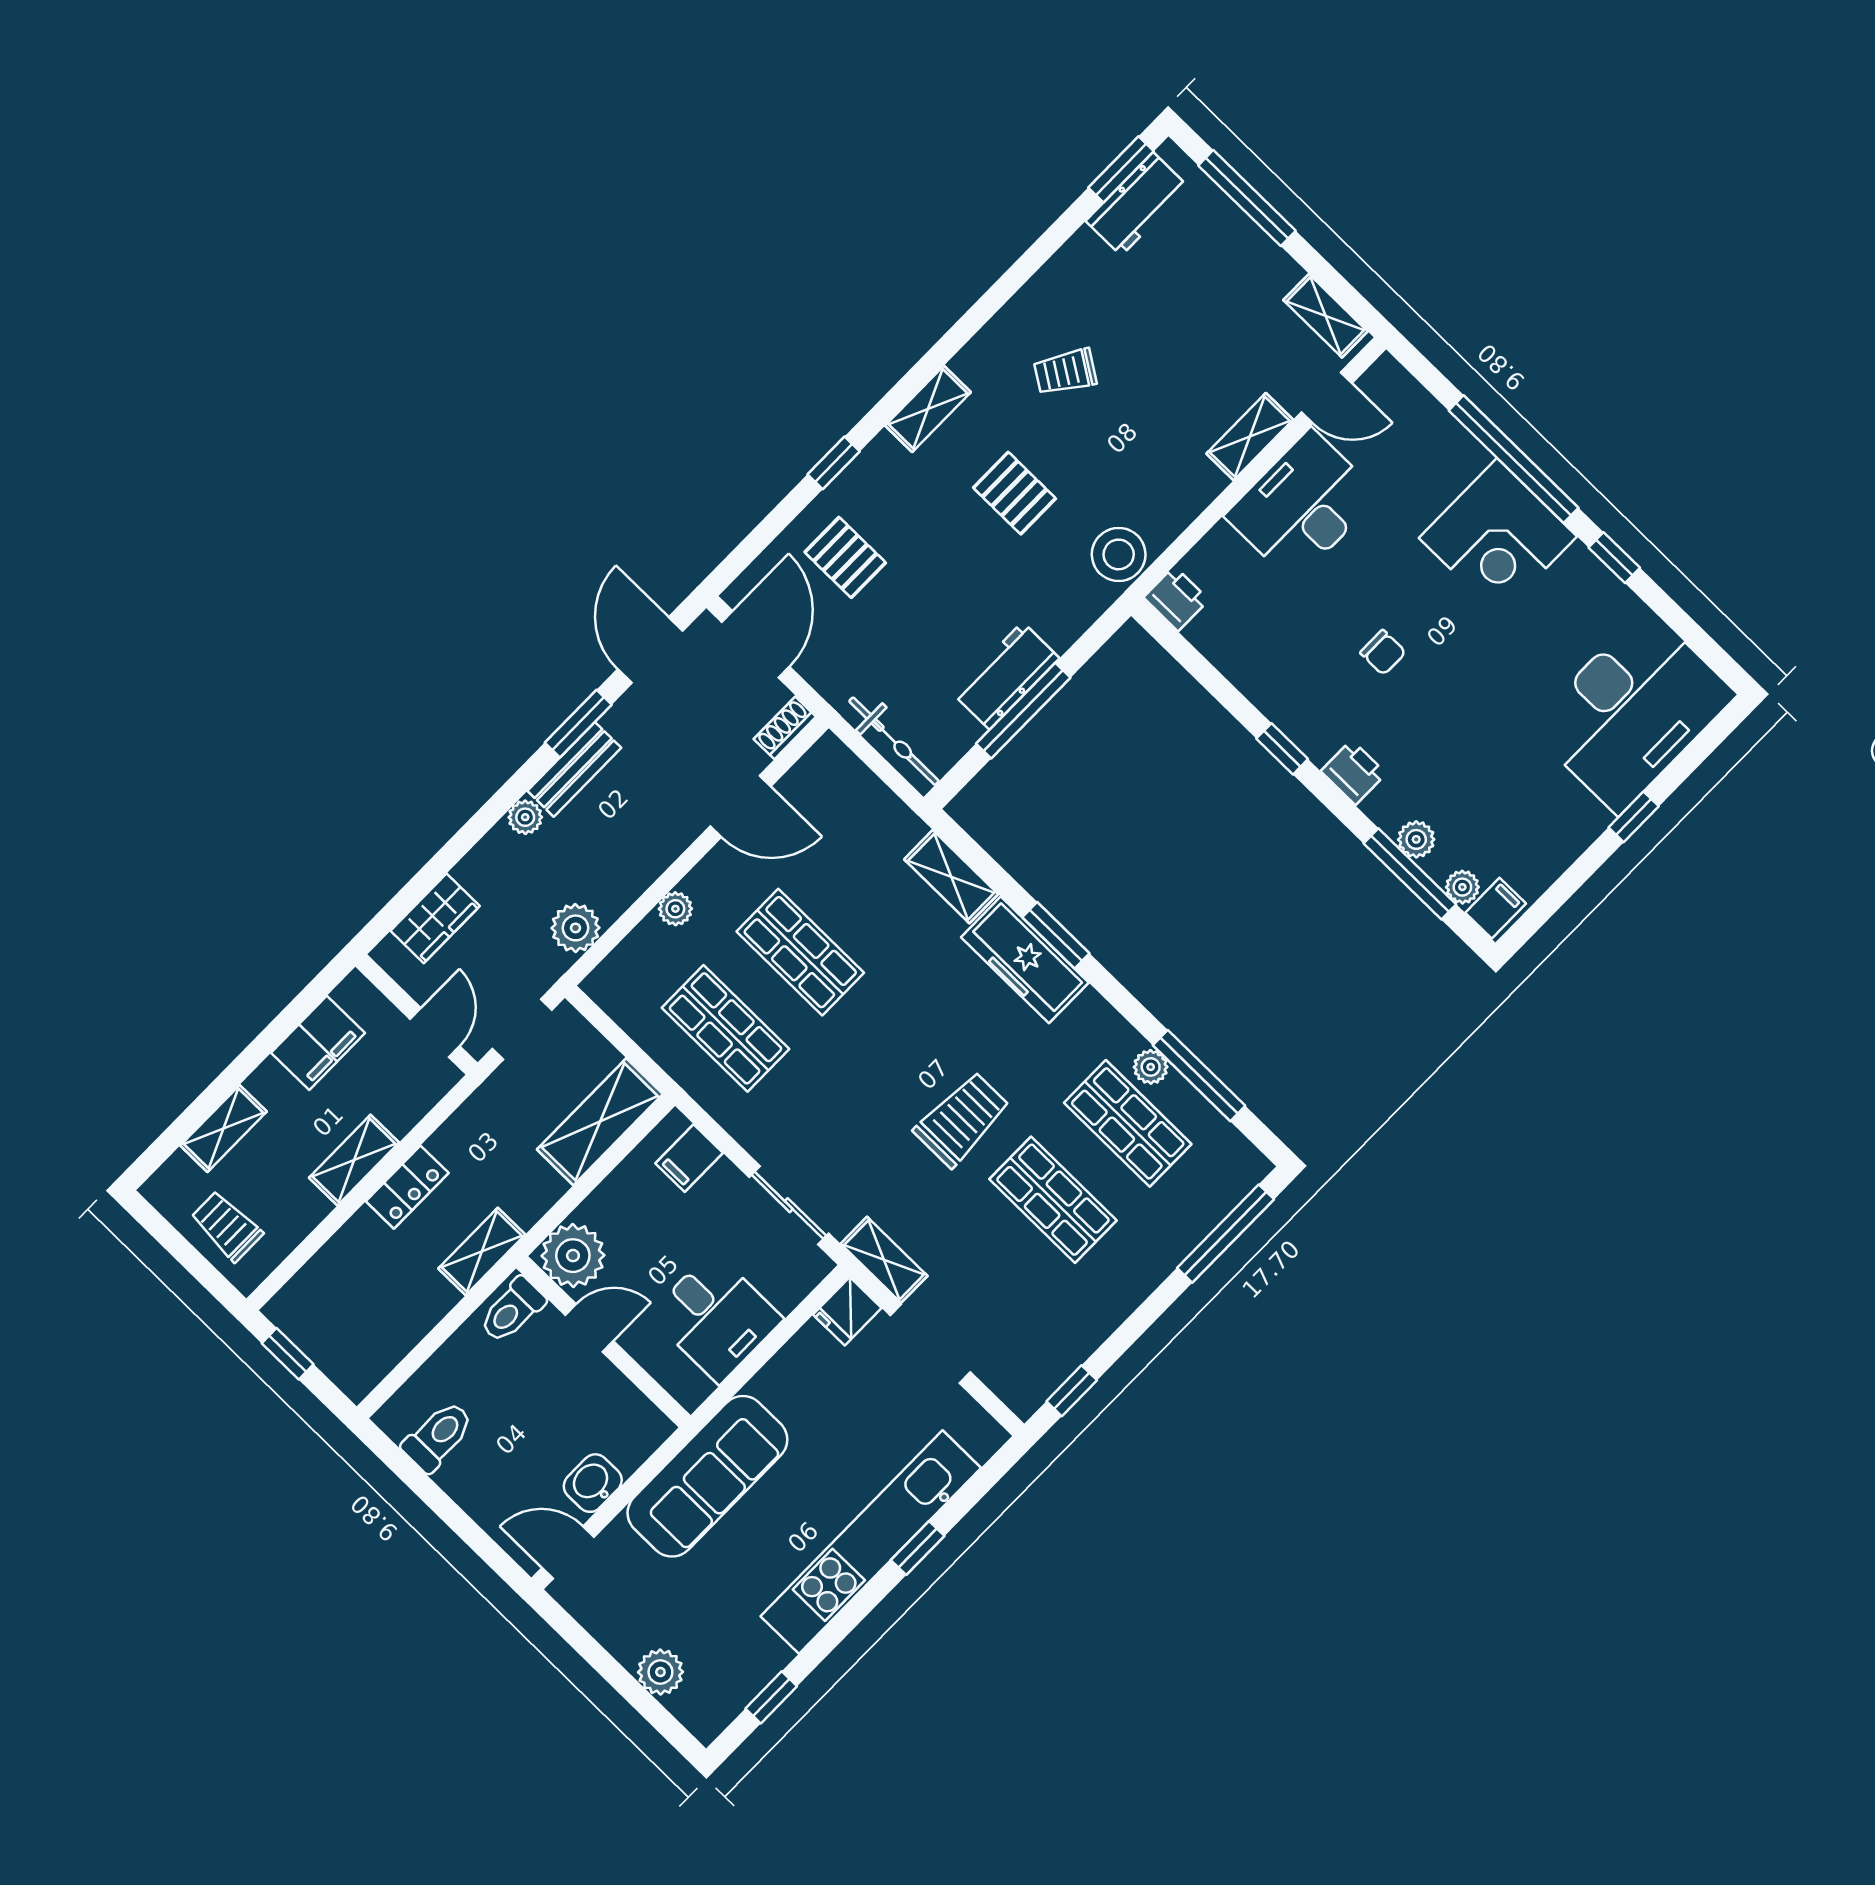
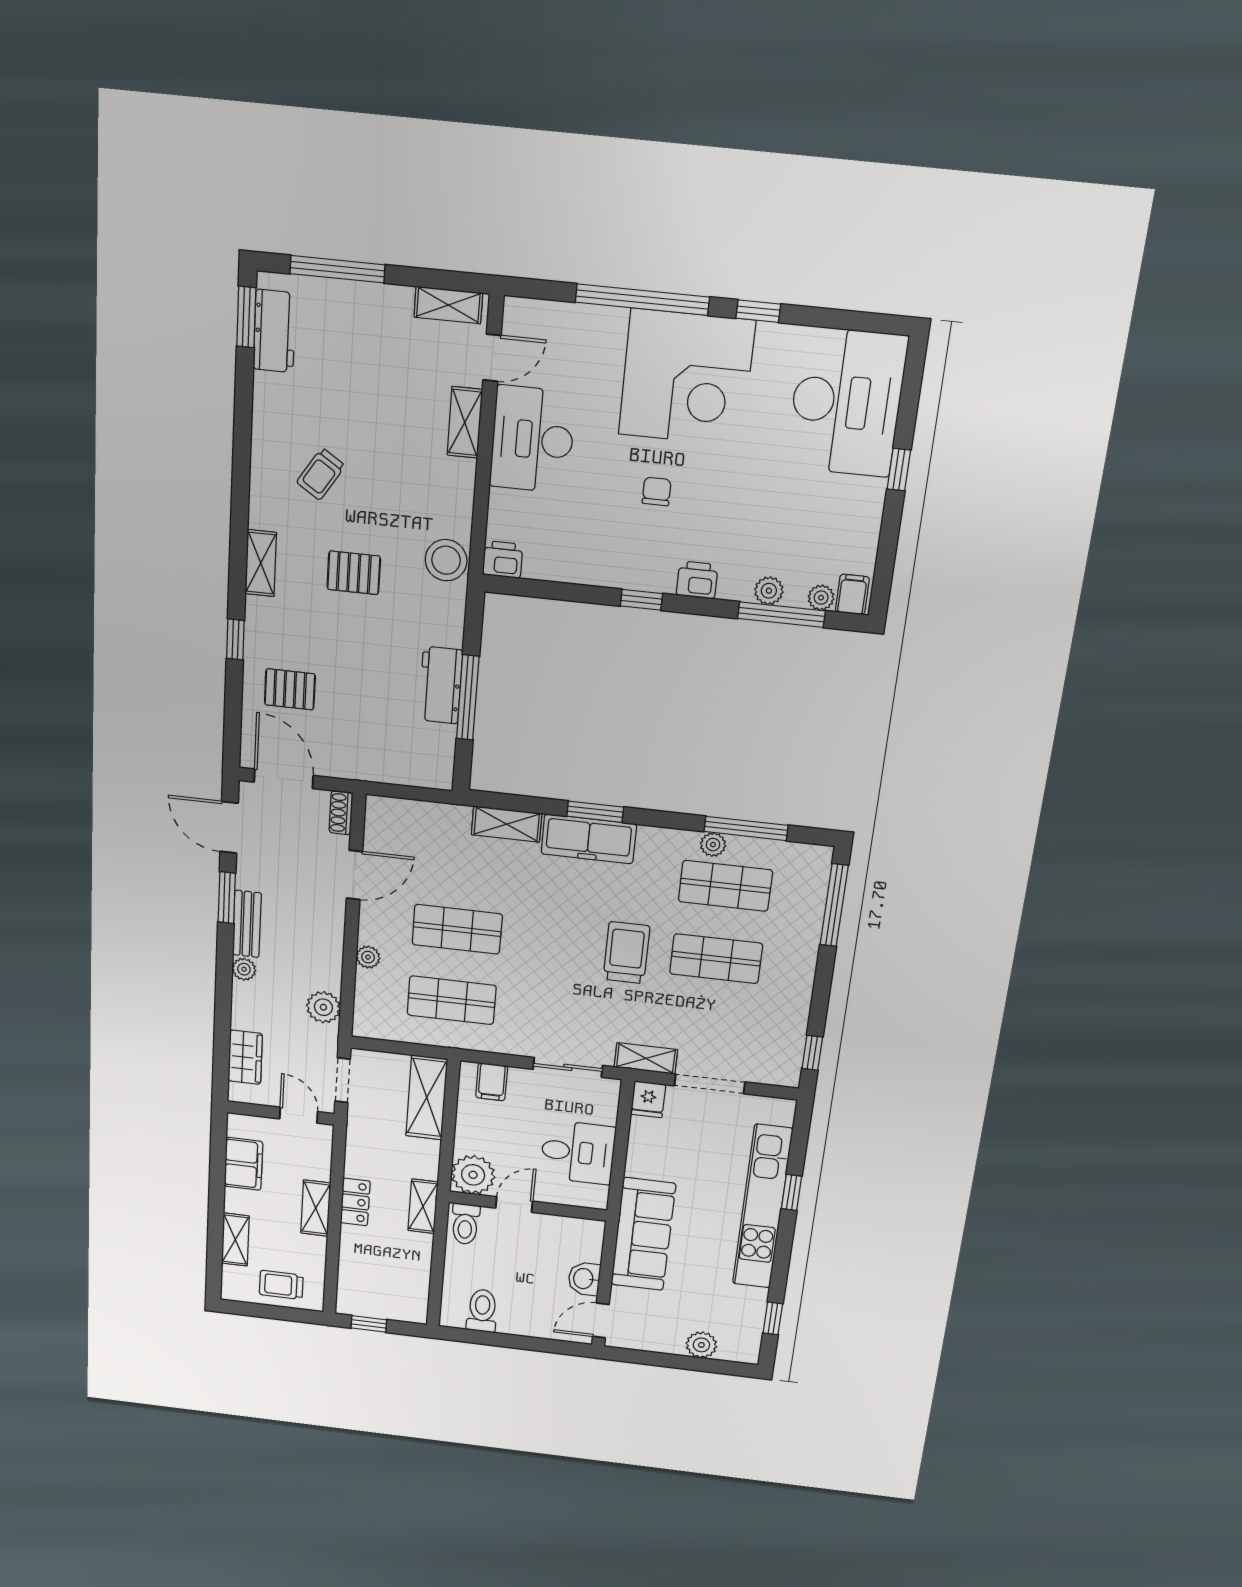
corner desk: (1498, 537) -> (686, 378), width x1.36, depth x1.36
chair: (1383, 652) -> (657, 491), turned -90
bicycle: (894, 741) -> (409, 773), removed

